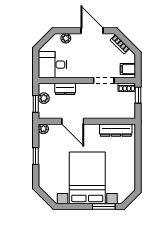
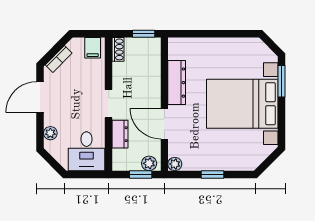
doorway: (104, 81) -> (109, 104), moved
window: (138, 95) -> (144, 34), moved
plant: (44, 98) -> (149, 163), moved
door: (73, 121) -> (164, 124), swing flipped
dresser: (116, 130) -> (177, 83), moved

